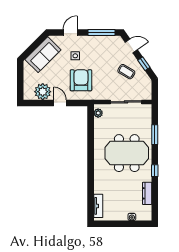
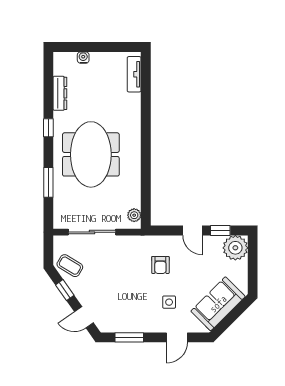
window: (102, 33) -> (129, 337), width x0.69
coffee table: (126, 72) -> (70, 266), moved
armchair: (81, 80) -> (160, 265), width x0.53, depth x0.53
plant: (43, 92) -> (235, 248), moved
window: (41, 103) -> (220, 230), added
meeting table: (127, 153) -> (91, 154), turned 90

